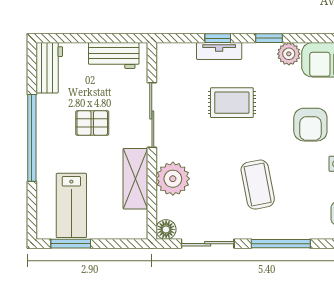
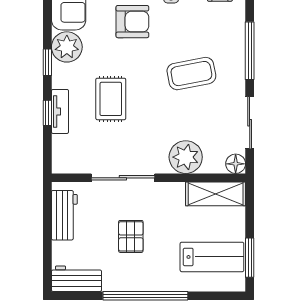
plant: (289, 54) -> (67, 47), width x1.36, depth x1.36
shelving: (135, 179) -> (216, 194), moved

